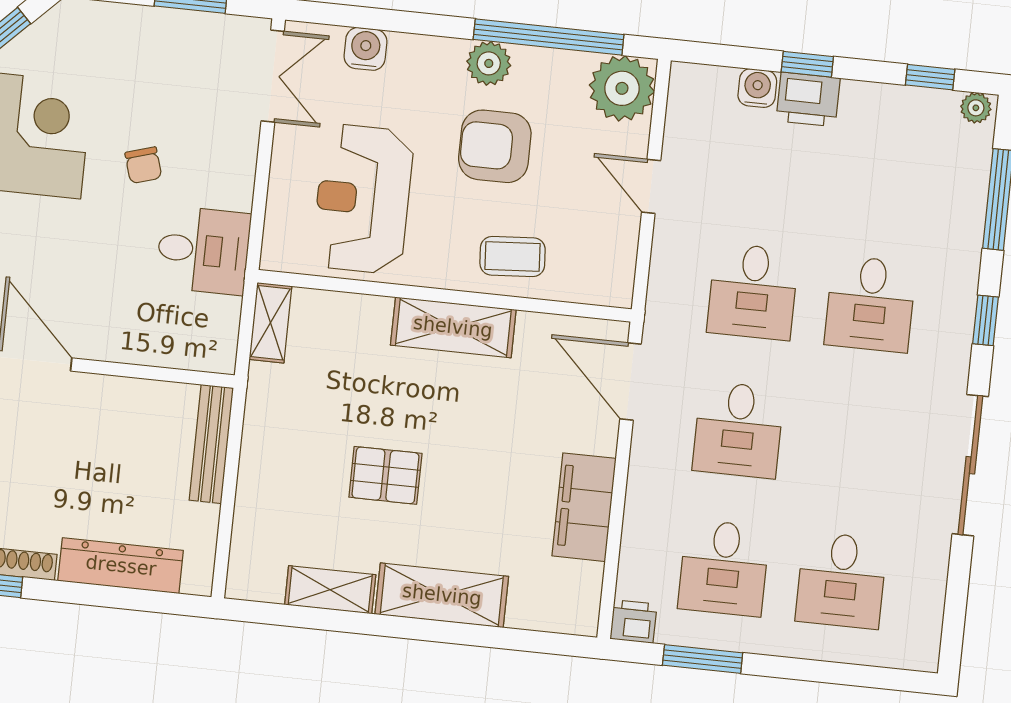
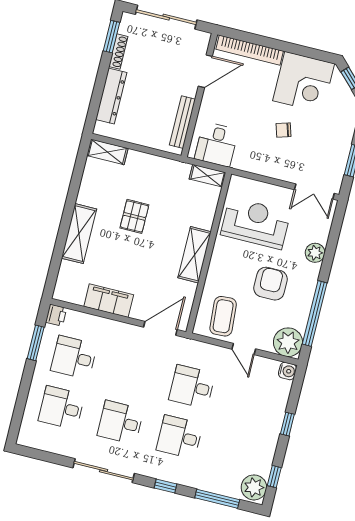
water cooler: (365, 49) -> (321, 233), removed
plant: (489, 63) -> (315, 253), moved
water cooler: (757, 88) -> (287, 371), moved
printer: (808, 99) -> (272, 422), removed
plant: (976, 108) -> (254, 487), width x1.87, depth x1.87
door: (651, 186) -> (244, 349), swing flipped
desk: (203, 250) -> (217, 144), moved
coffee table: (513, 257) -> (223, 316), moved, width x1.36, depth x1.30
desk: (738, 430) -> (121, 422), moved
bench: (211, 444) -> (183, 122), moved, turned 90
shelving: (330, 590) -> (107, 152), moved, turned 90

